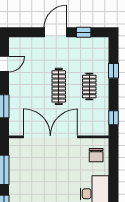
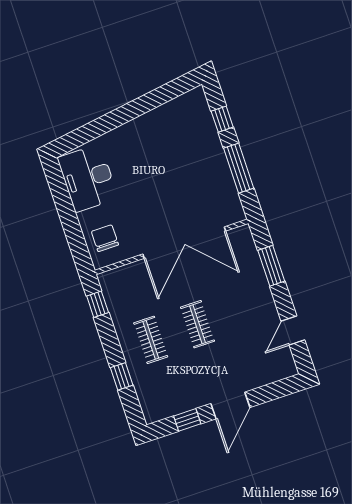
clothes rail: (59, 86) -> (198, 324), width x0.73

